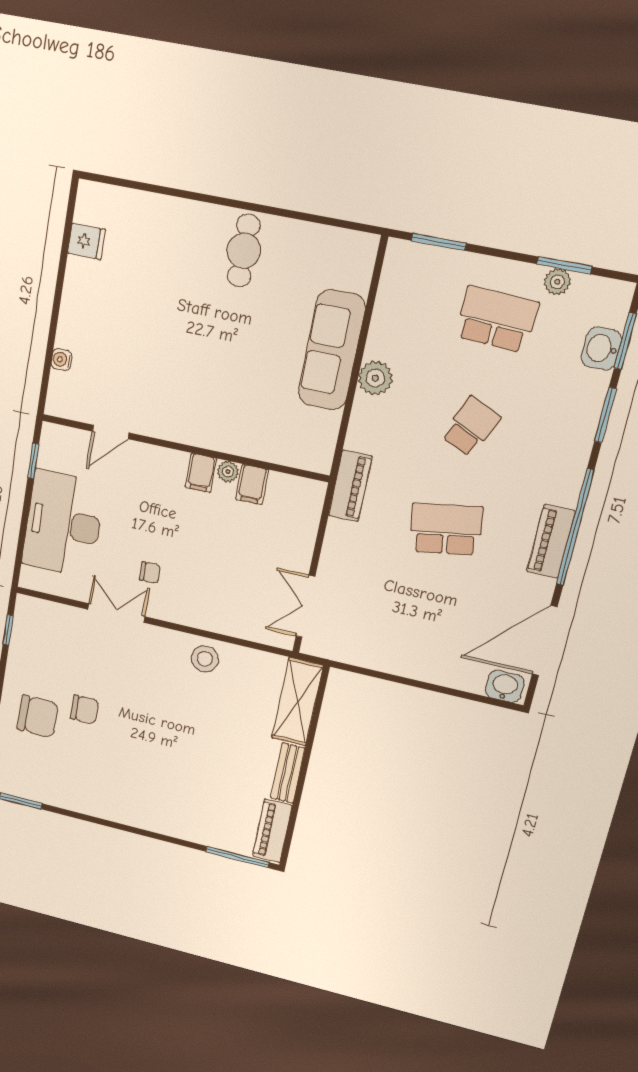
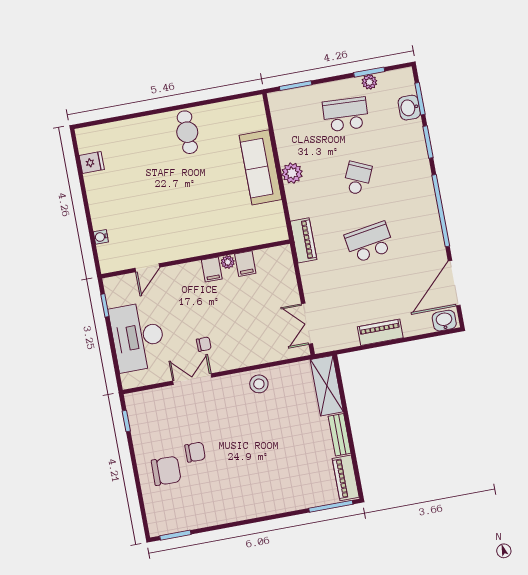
piano: (551, 542) -> (380, 332), moved, turned 90

